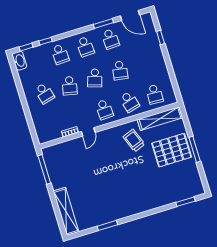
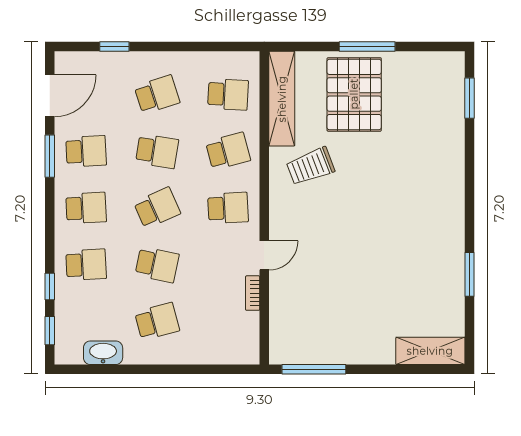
washbasin: (19, 61) -> (103, 353), moved
school desk: (145, 63) -> (157, 94), added
school desk: (95, 78) -> (157, 208), turned -42
door: (88, 132) -> (264, 255), hinge flipped
shelving: (66, 211) -> (430, 351), width x0.68

